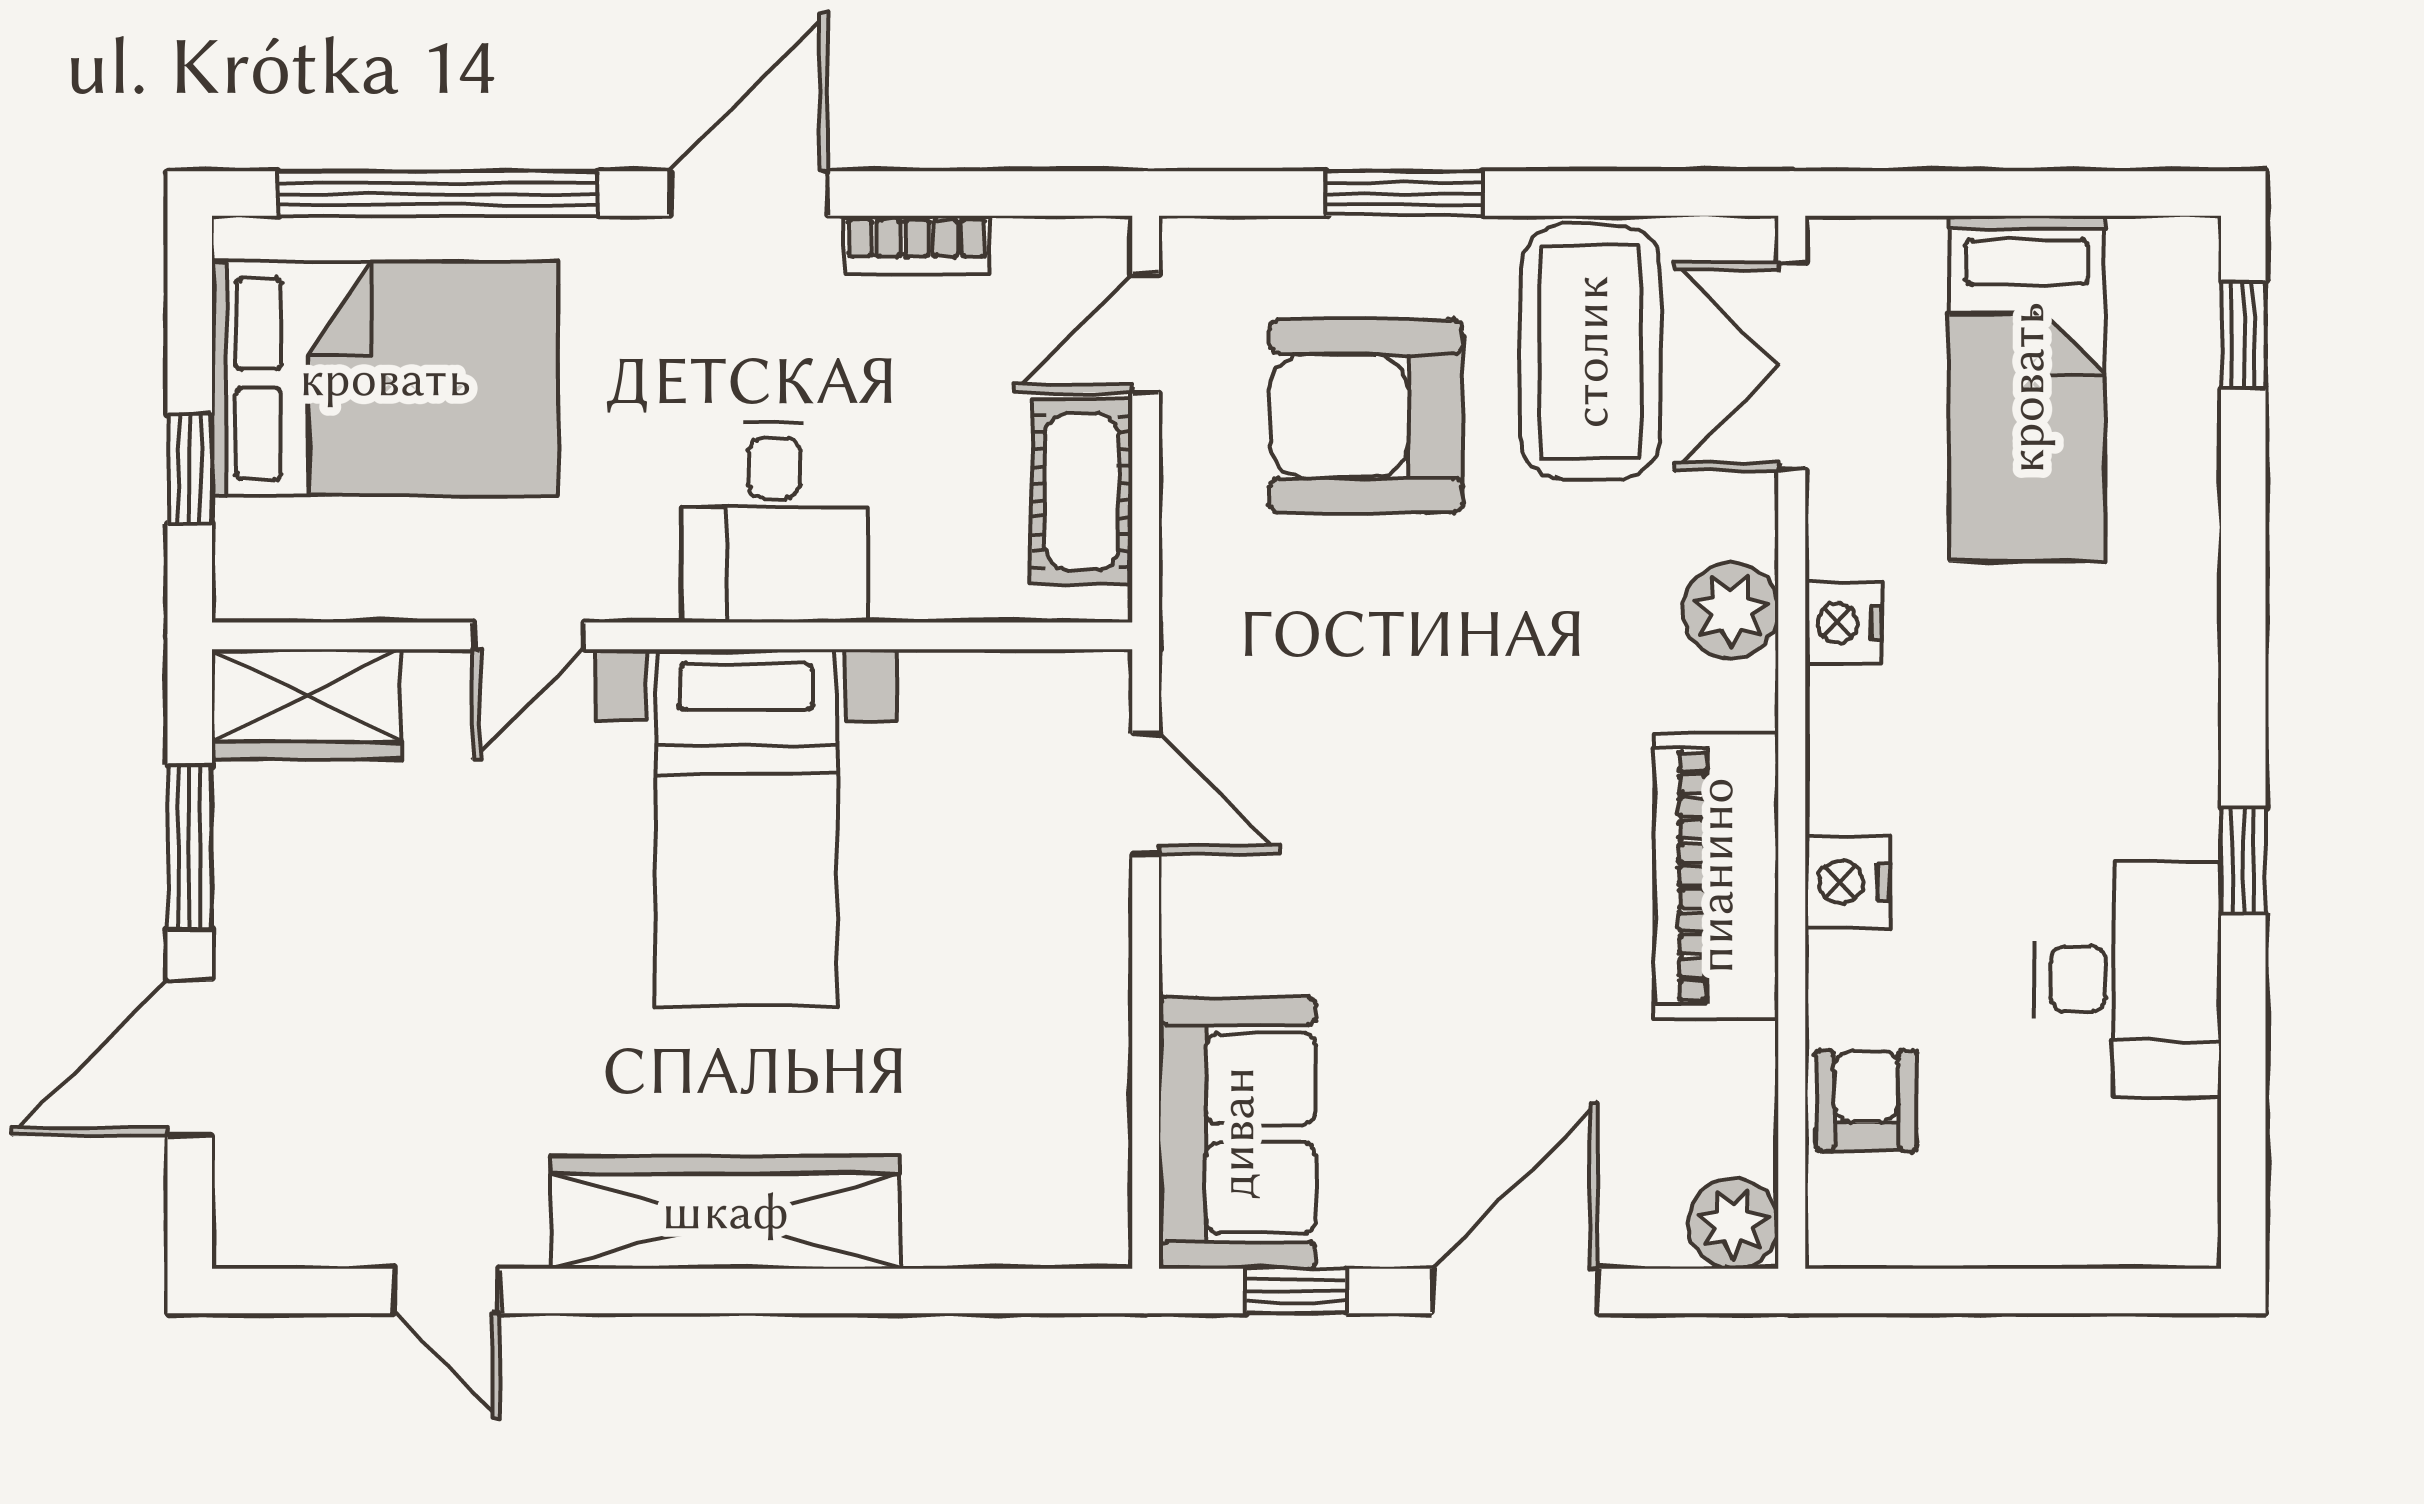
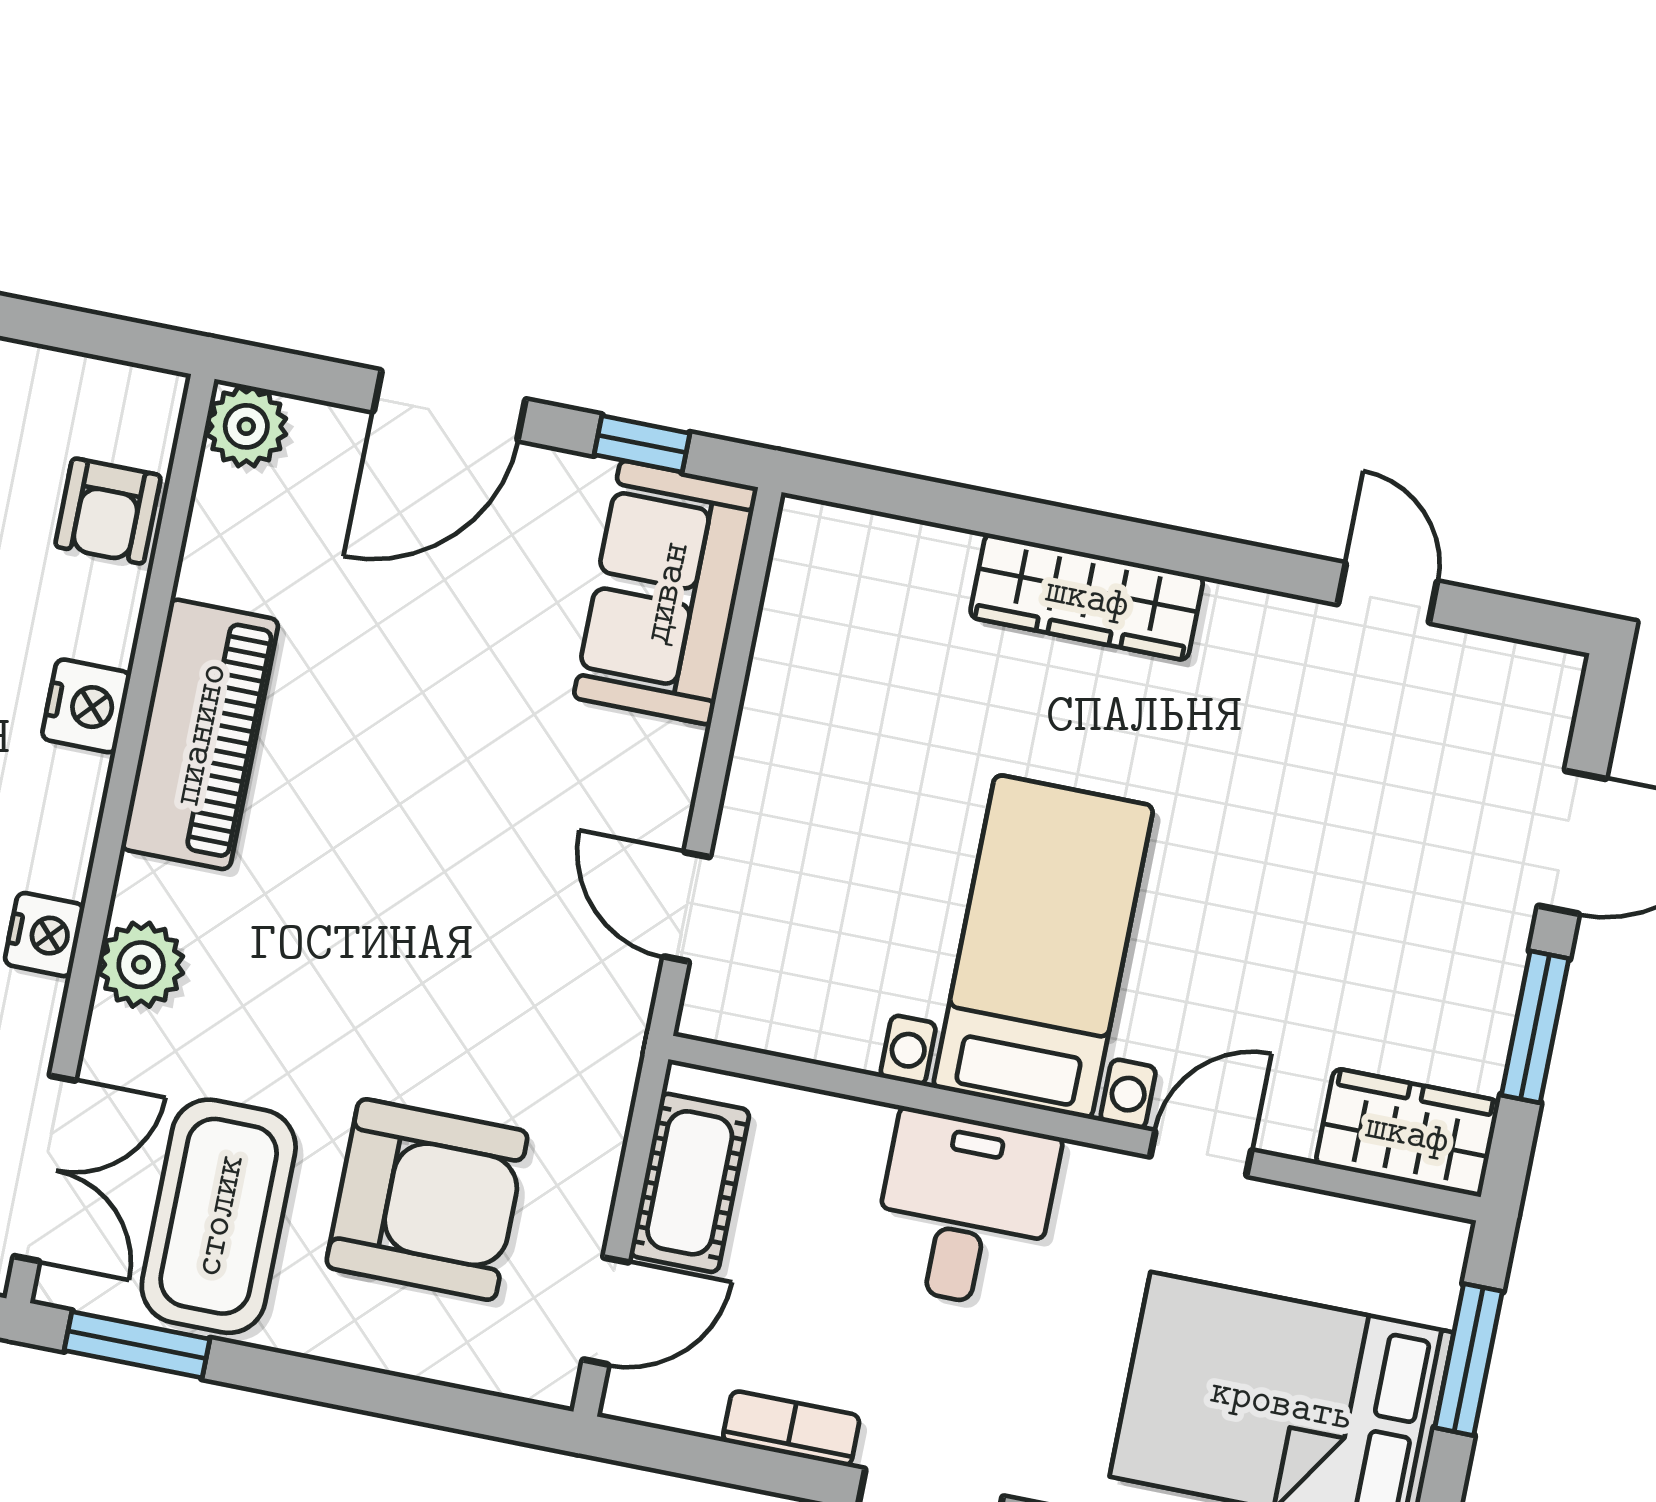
window: (1405, 193) -> (137, 1345), moved
window: (190, 469) -> (1469, 1360), width x1.50
wardrobe: (725, 1212) -> (1087, 597), width x0.71, depth x0.85

